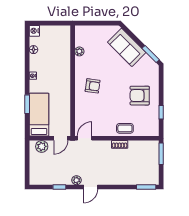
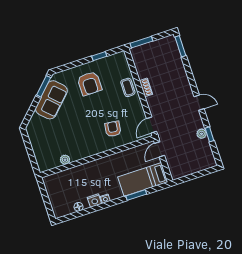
nightstand: (34, 31) -> (94, 201), moved
sofa: (127, 47) -> (51, 100), moved
armchair: (93, 86) -> (113, 129), moved
door: (61, 138) -> (159, 149), swing flipped
door: (85, 138) -> (151, 125), hinge flipped
plant: (42, 146) -> (174, 166), removed
plant: (76, 180) -> (202, 134), moved

